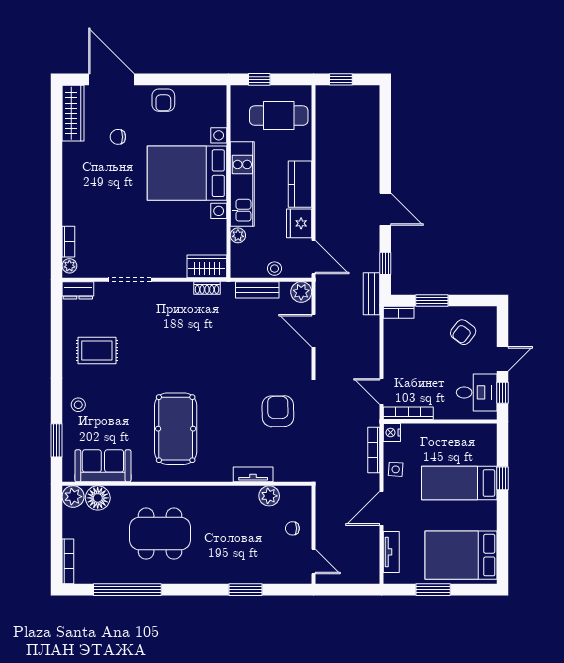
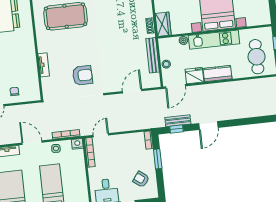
bench: (257, 290) -> (153, 55), width x1.36
plant: (301, 292) -> (154, 81), removed
bench: (372, 294) -> (178, 121), moved
plant: (269, 496) -> (32, 76), removed

